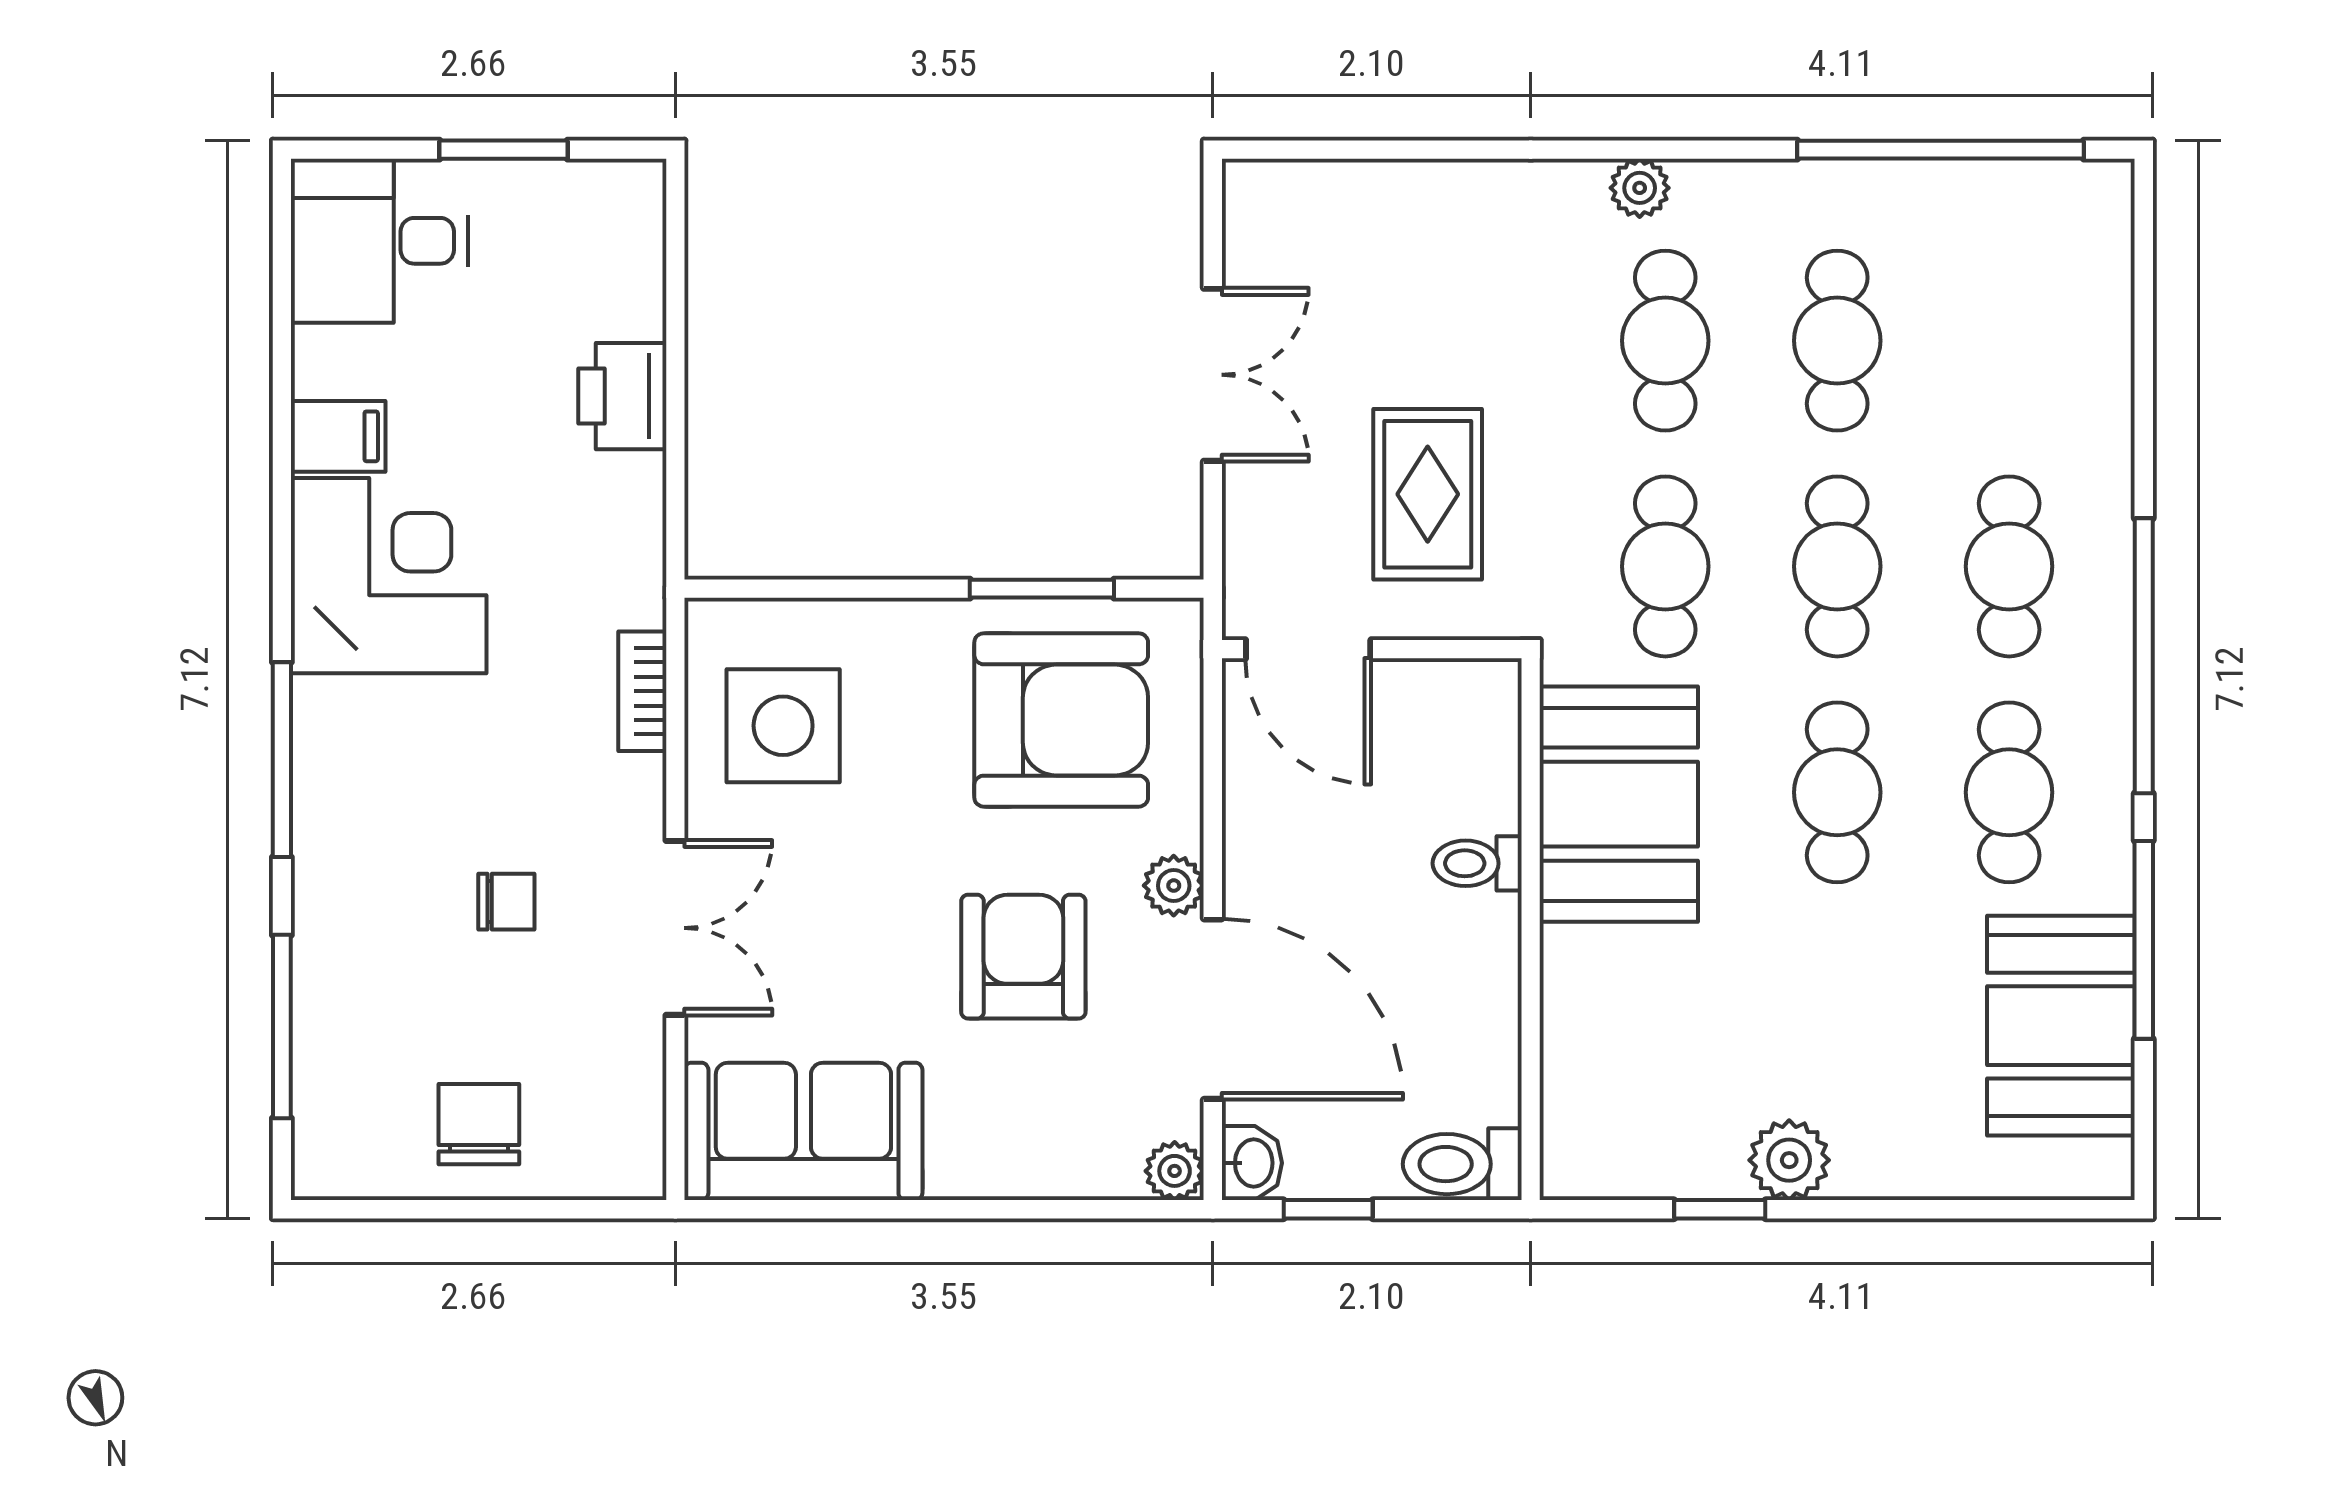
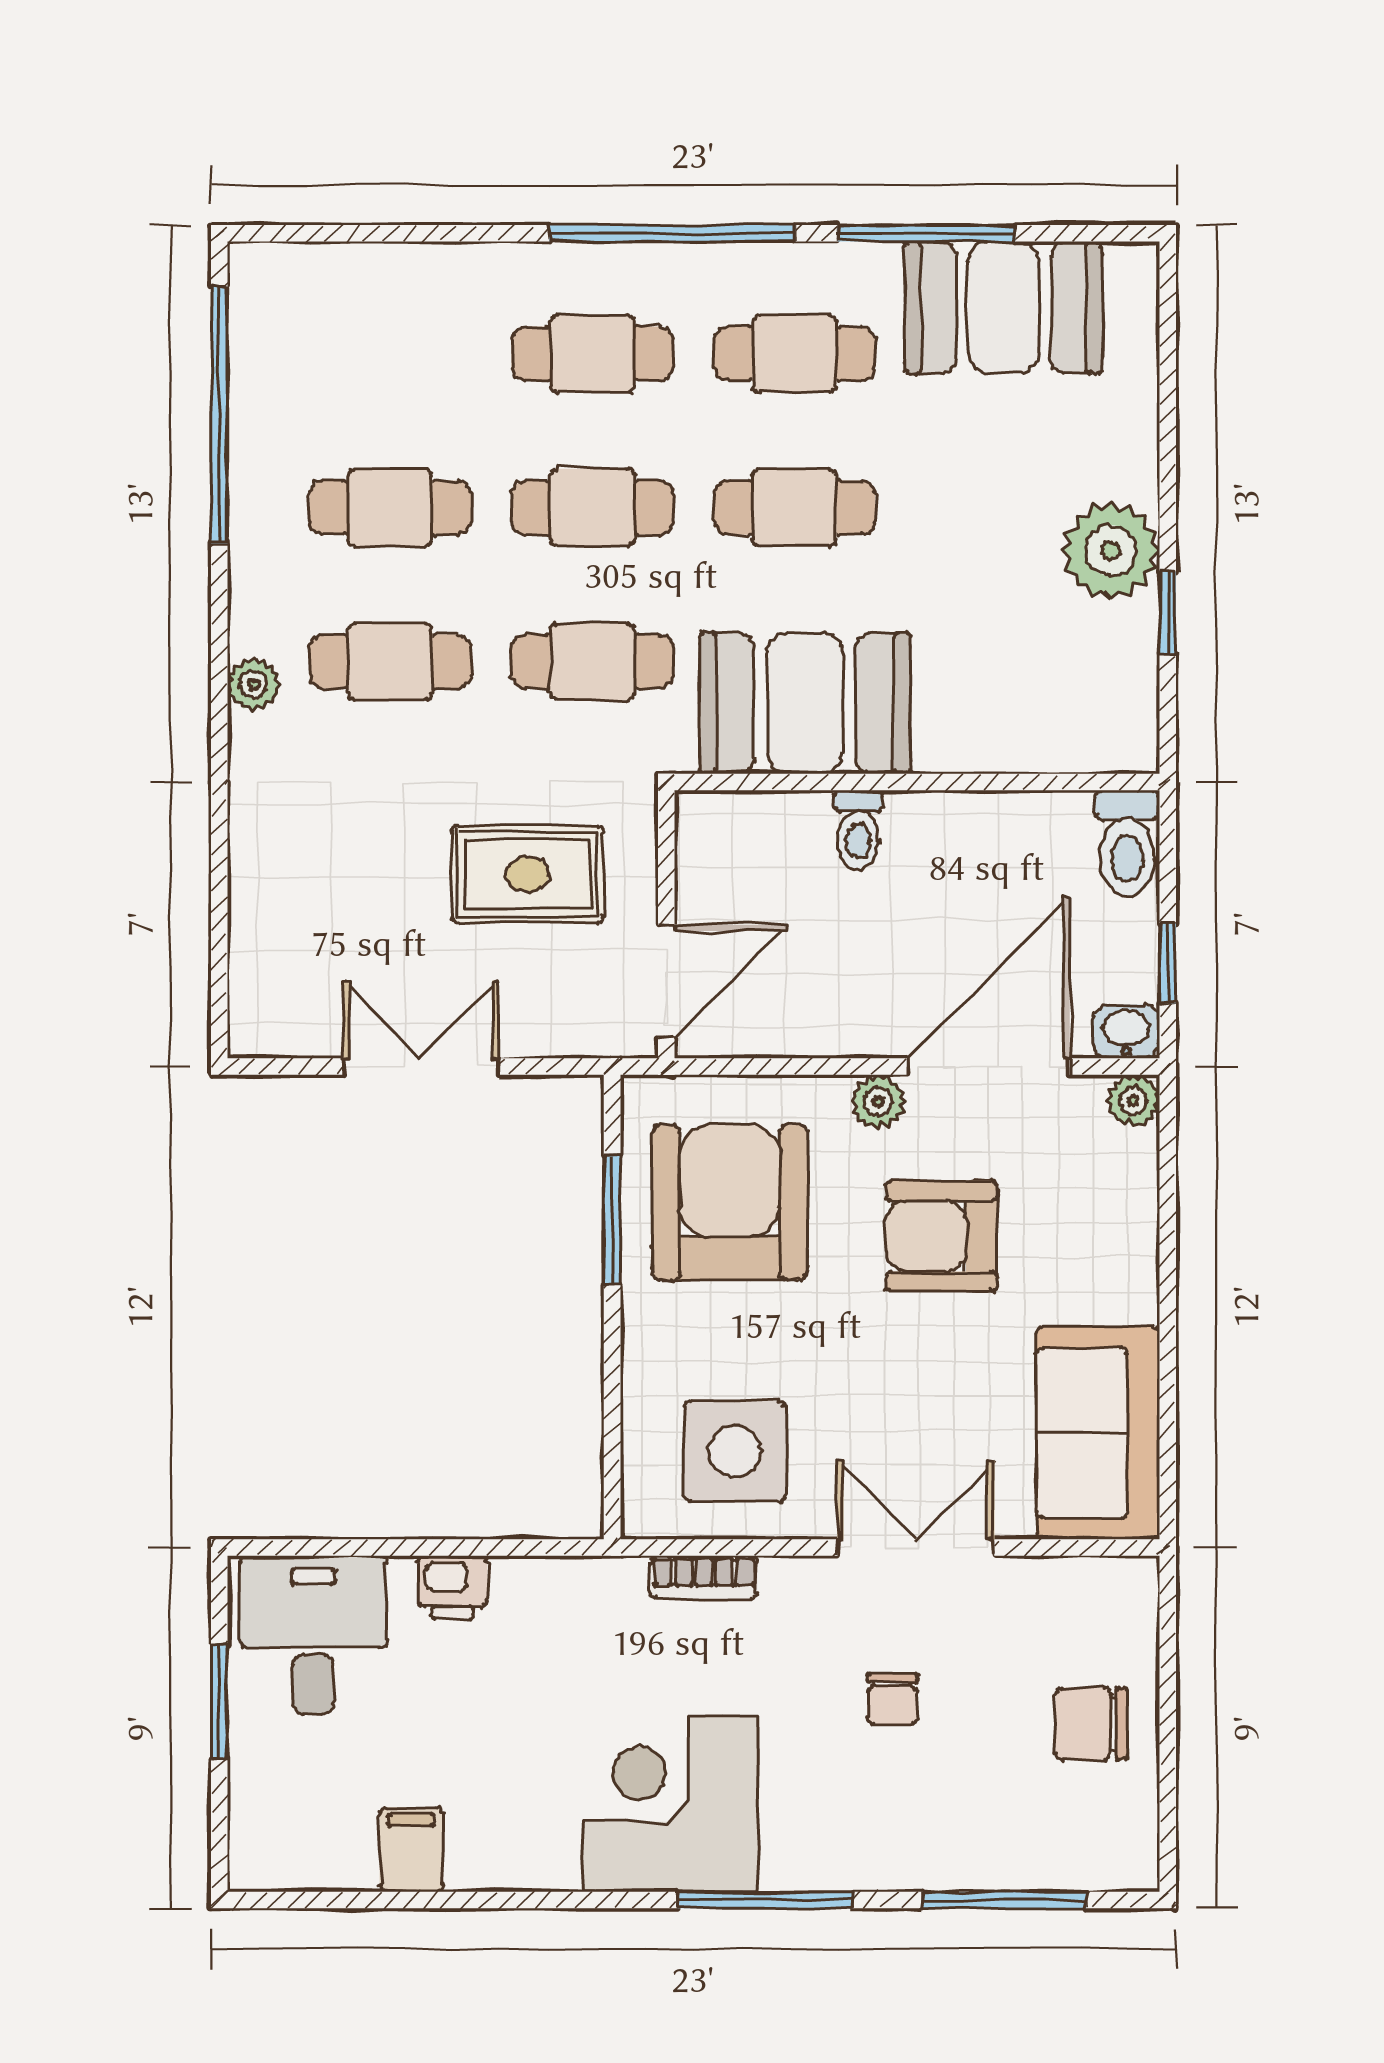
desk: (379, 241) -> (313, 1635), moved, turned 180
printer: (622, 396) -> (452, 1587), width x0.73, depth x0.81
filing cabinet: (338, 436) -> (411, 1849), moved
corner desk: (389, 576) -> (671, 1804), moved
chair: (506, 902) -> (892, 1699), turned 180
plant: (1789, 1160) -> (1111, 551), width x1.36, depth x1.36

